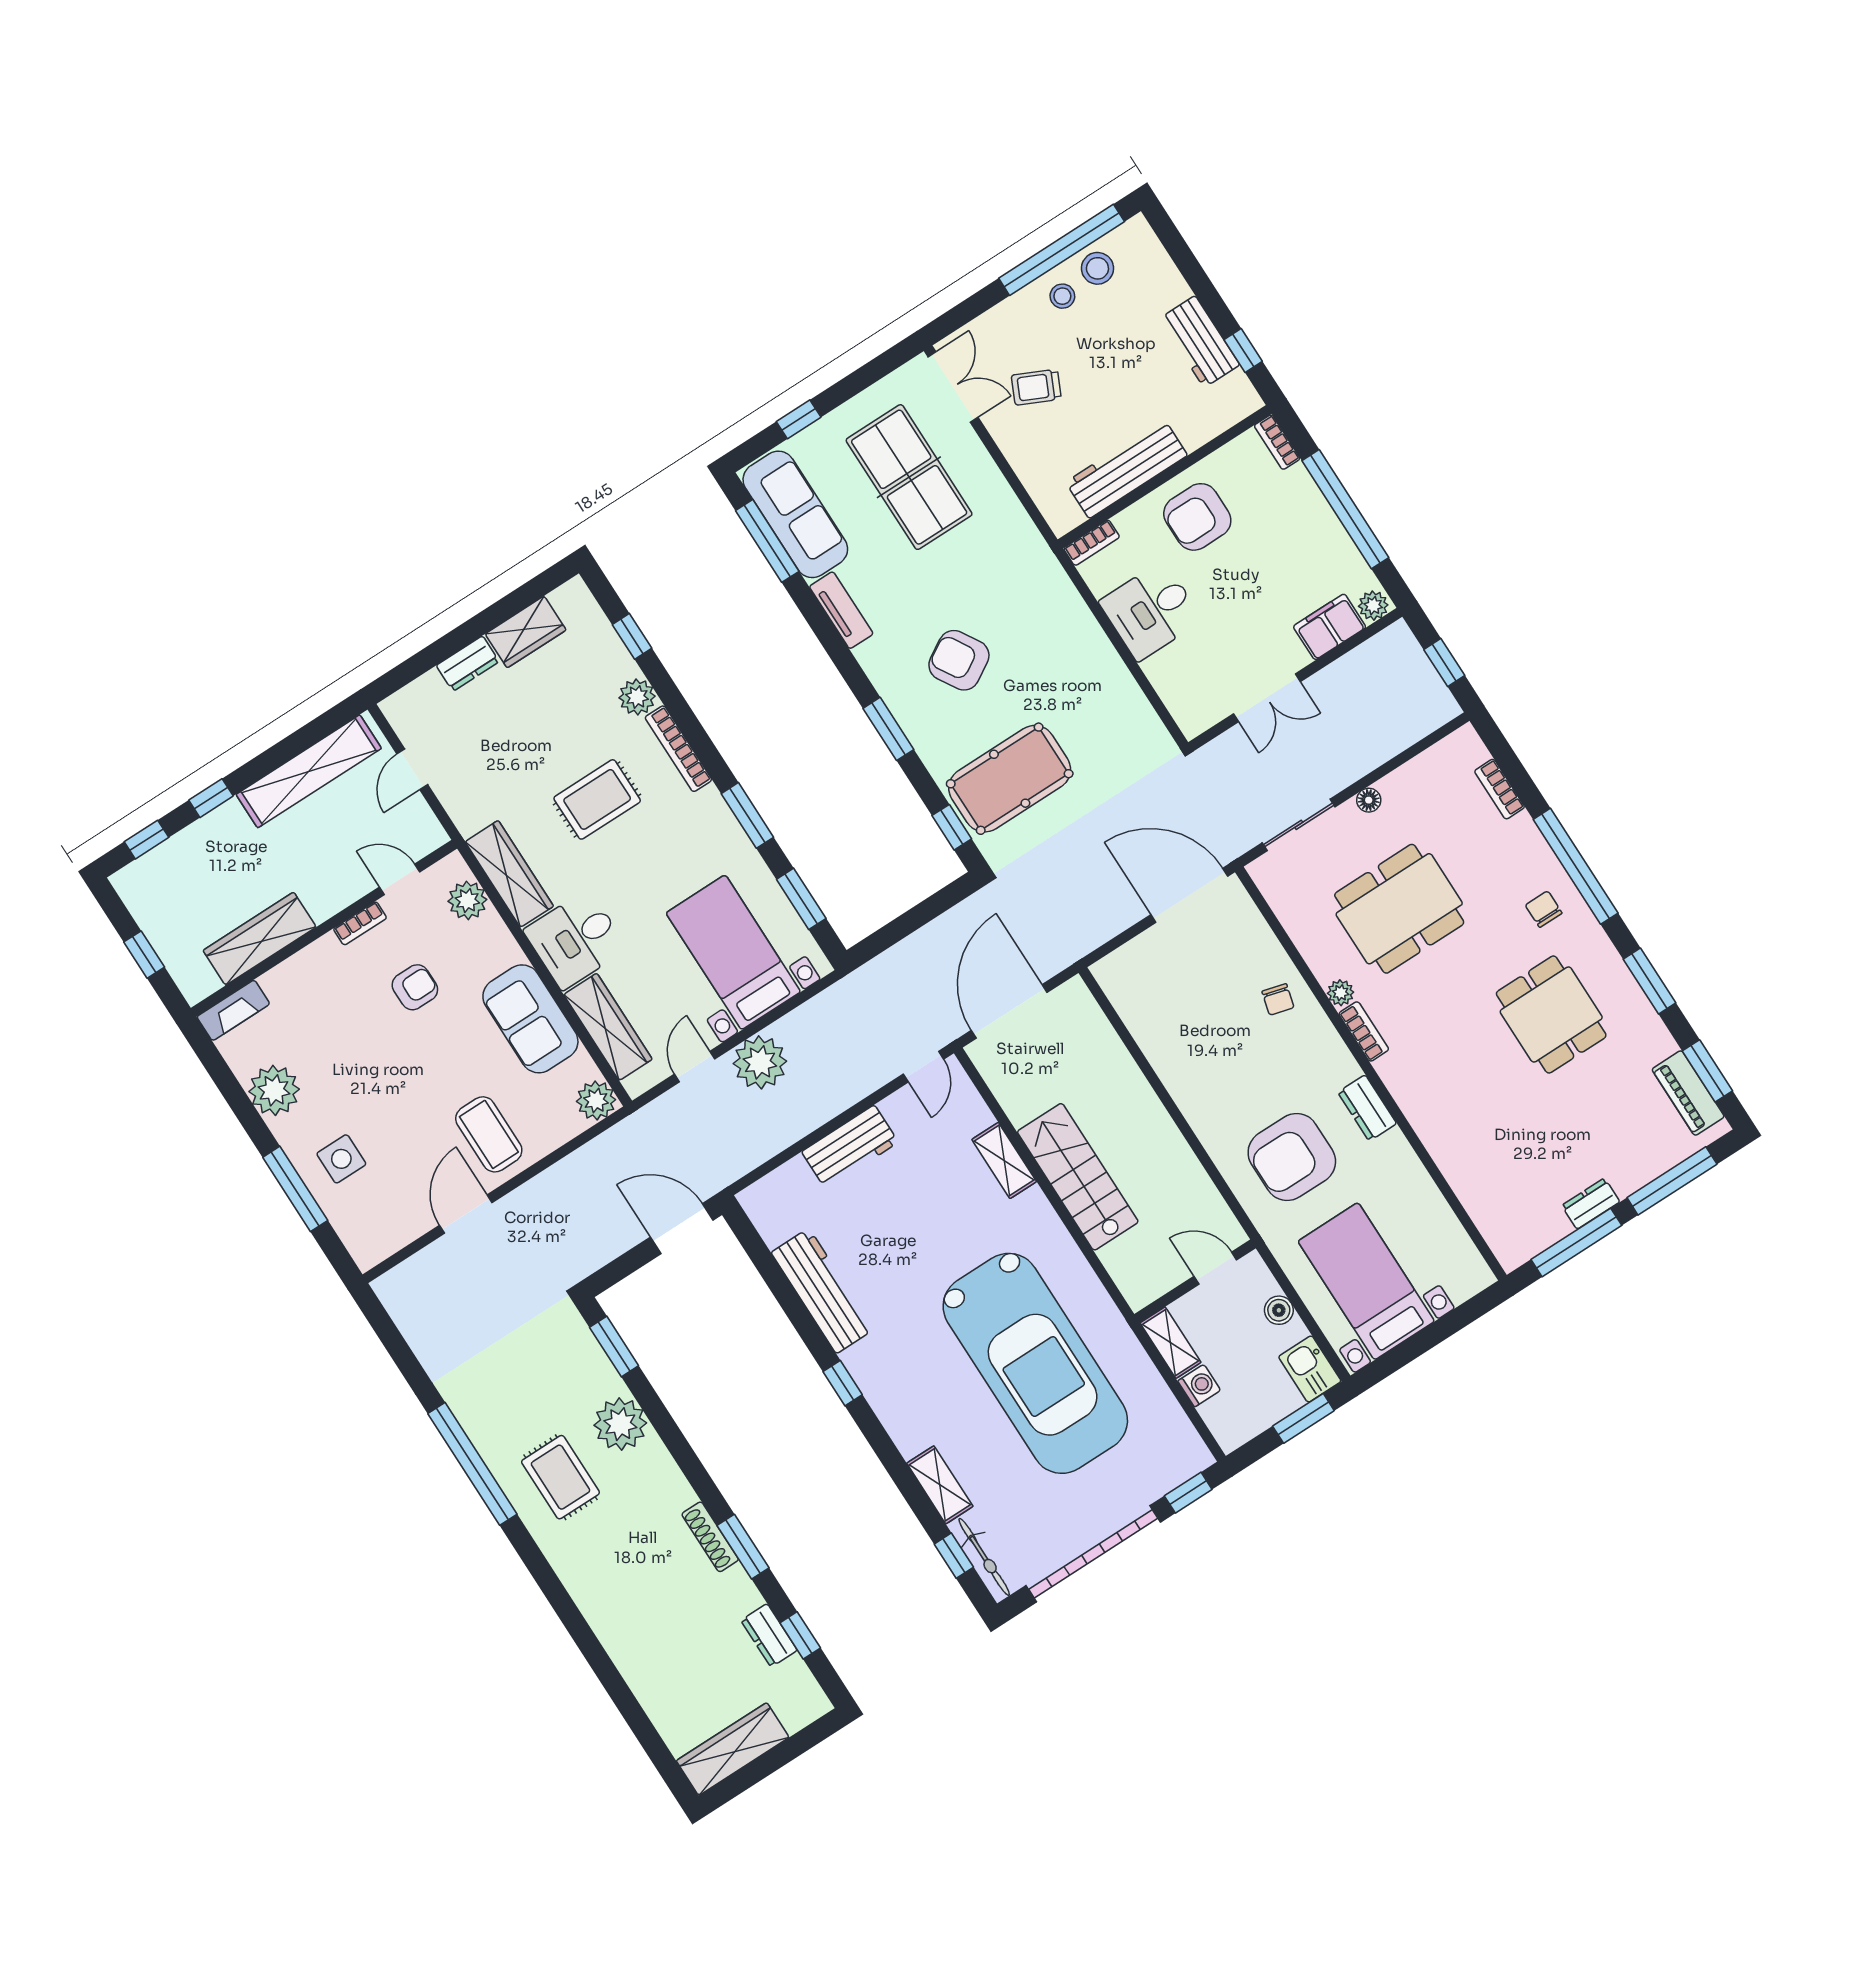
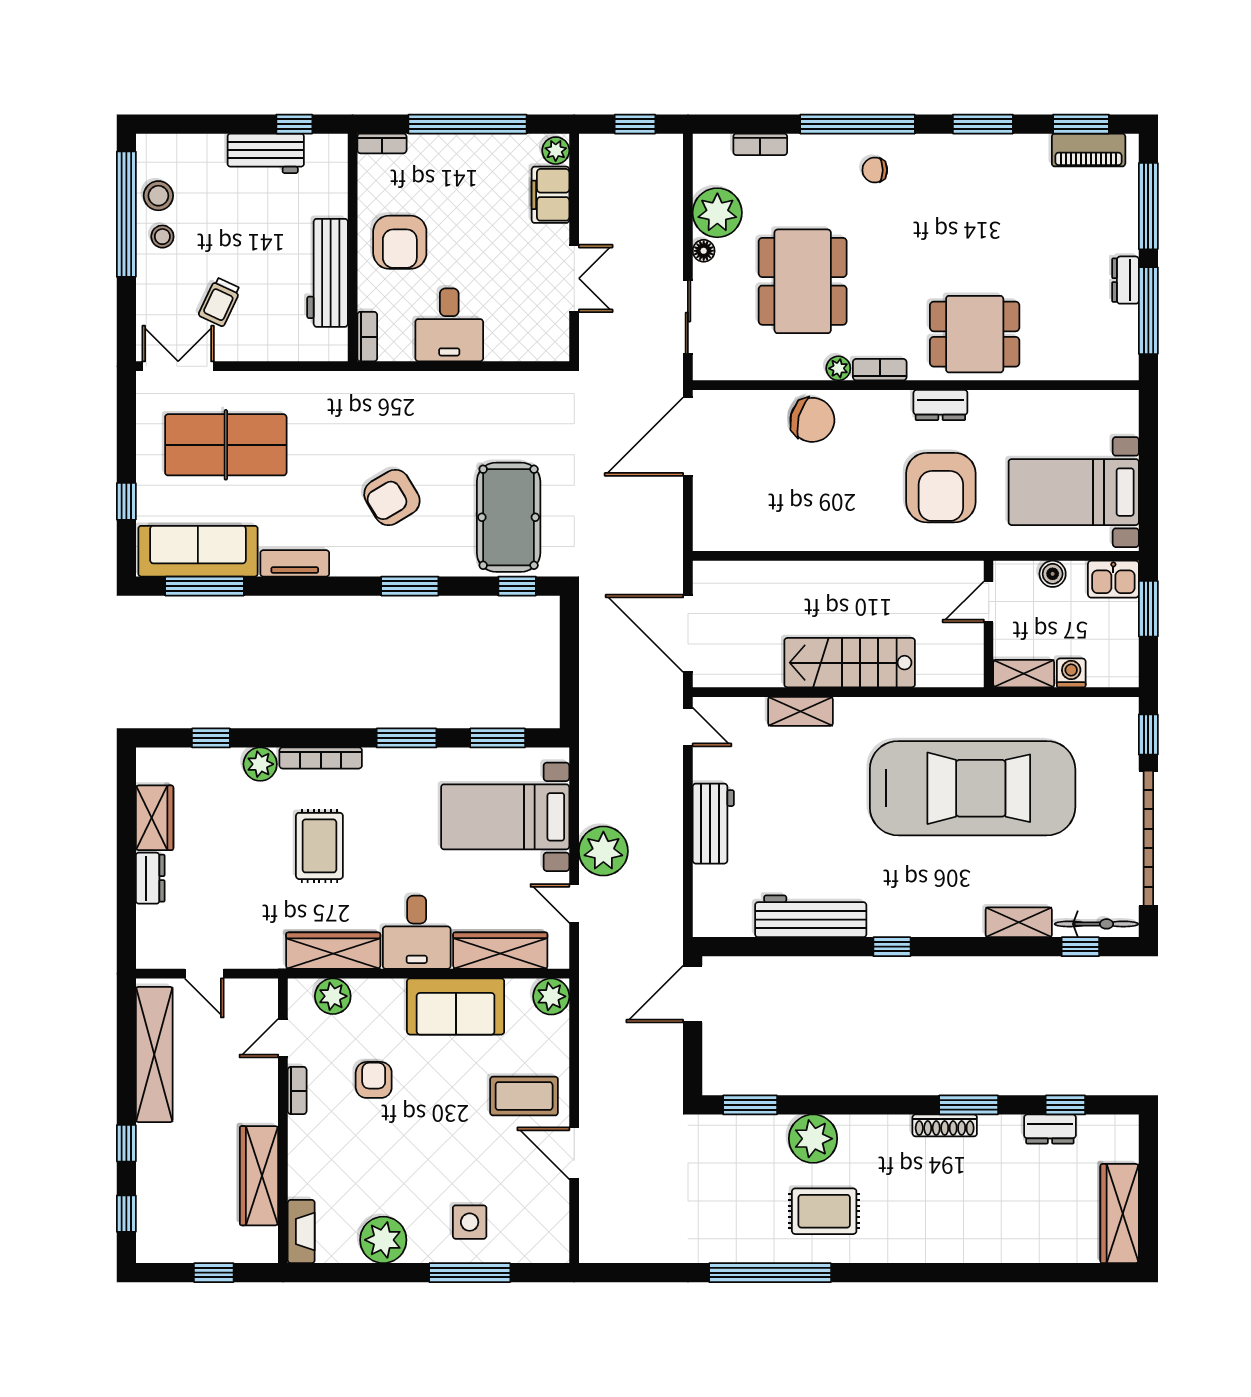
plant: (1412, 790) -> (717, 213), added
chair: (1278, 999) -> (812, 420), width x1.87, depth x1.87
dining table: (1551, 1015) -> (975, 334), moved

